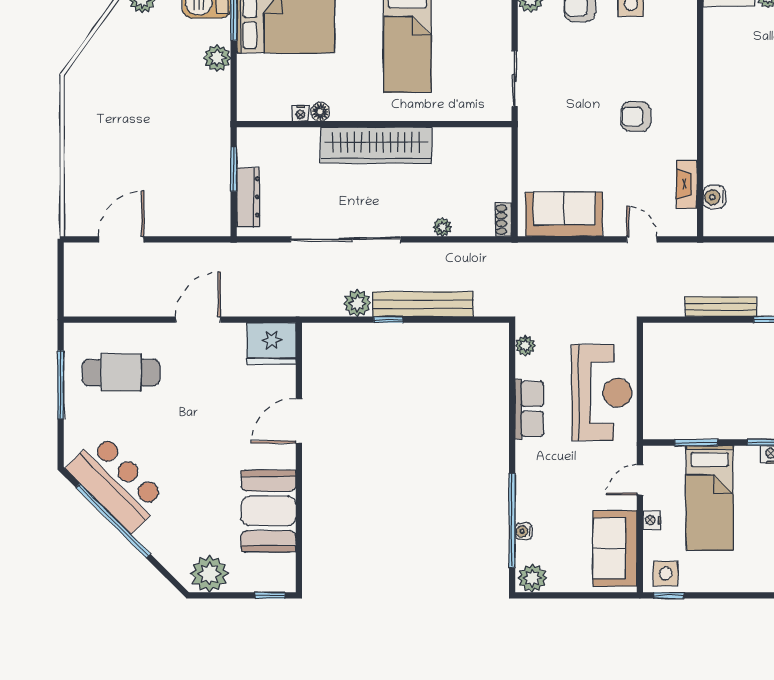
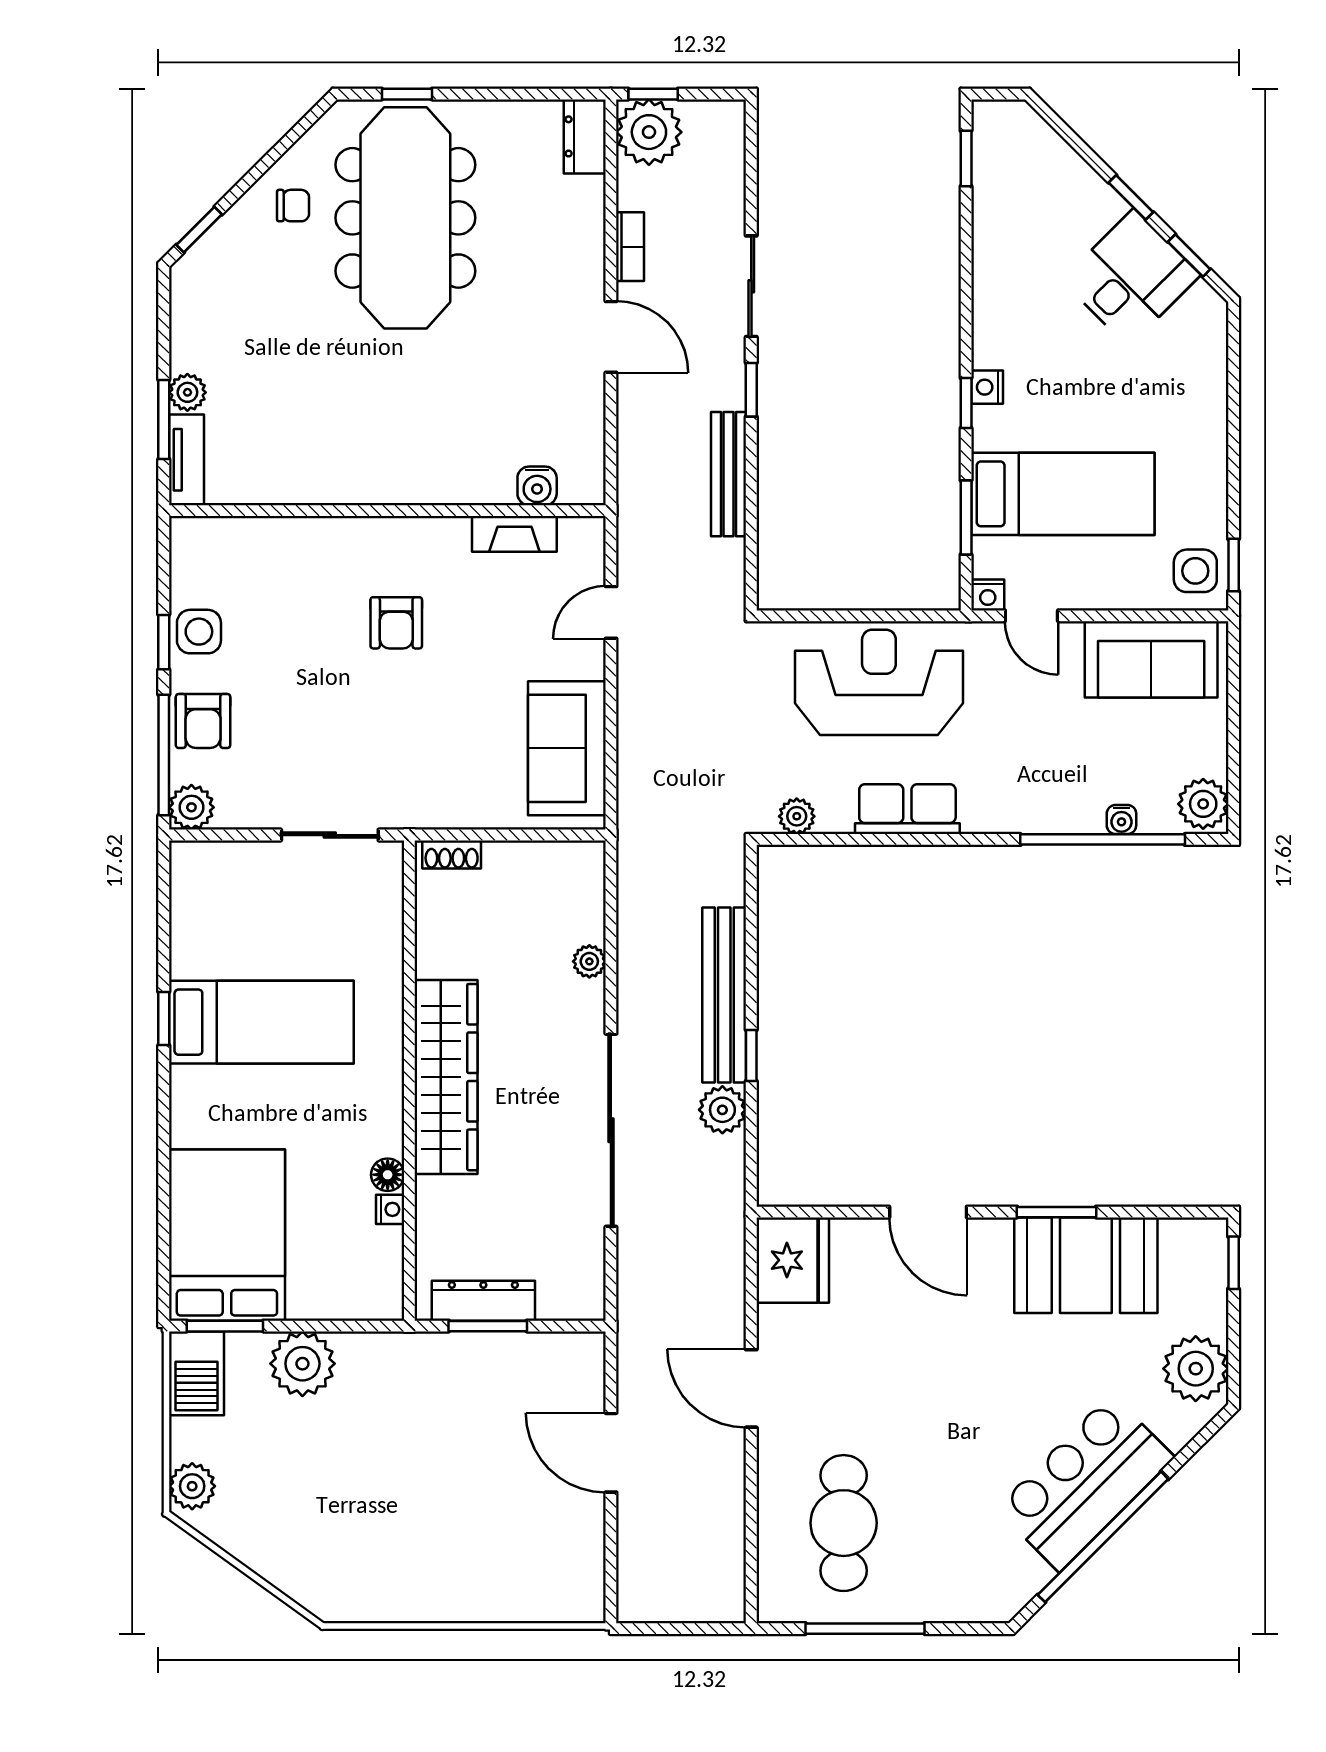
plant: (217, 58) -> (302, 1364), width x1.36, depth x1.36
dresser: (248, 197) -> (483, 1301), moved
shoe rack: (503, 220) -> (452, 854), moved
door: (121, 239) -> (611, 1453), moved
bar counter: (117, 483) -> (1085, 1483), moved
window: (299, 494) -> (1057, 1212), added
nightstand: (652, 520) -> (988, 595), moved

